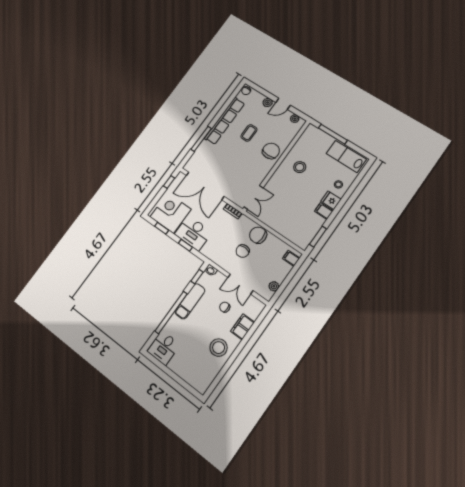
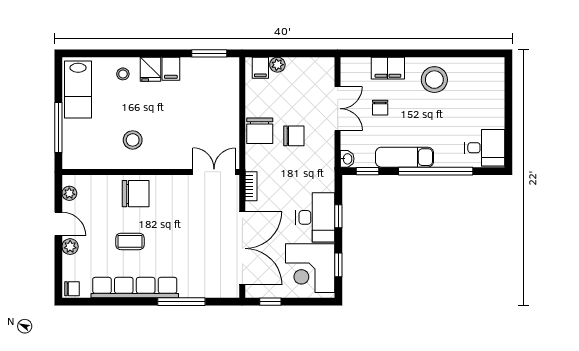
chair: (271, 151) -> (136, 194), turned 180
plant: (274, 286) -> (277, 65), moved

